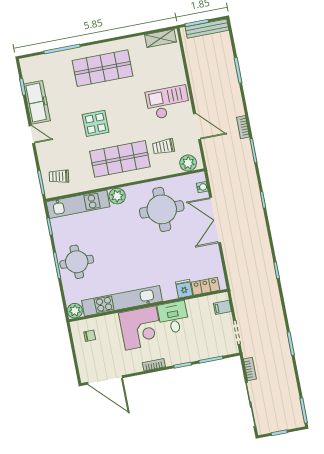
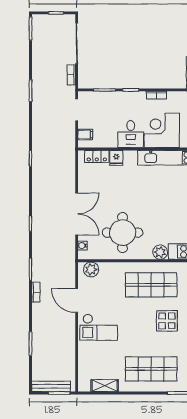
shelving: (160, 38) -> (105, 386), moved
trolley: (163, 147) -> (110, 288), removed

